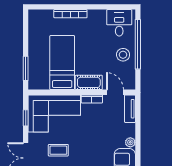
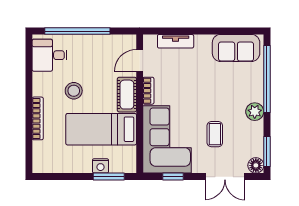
stool: (123, 55) -> (74, 91), moved
nightstand: (34, 62) -> (100, 166), added
tv unit: (130, 109) -> (176, 41), moved
plant: (130, 142) -> (205, 41), removed

